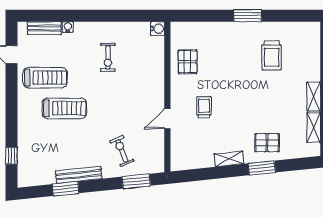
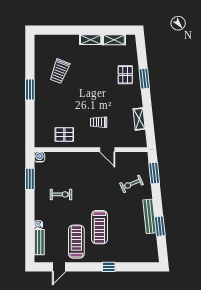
window: (129, 16) -> (30, 179), added
trolley: (272, 55) -> (60, 71), turned 111
treadmill: (64, 108) -> (99, 227), turned 180
window: (11, 156) -> (109, 267), moved
shelving: (229, 159) -> (139, 119), moved

